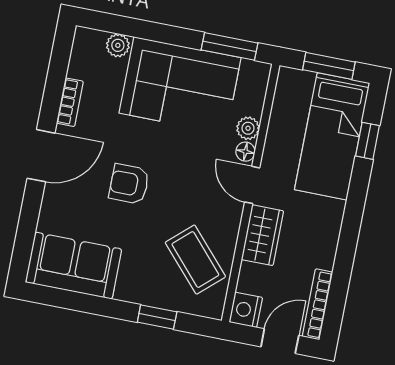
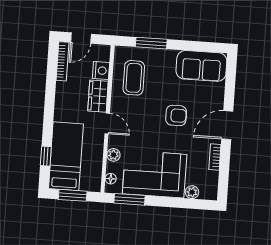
floor lamp: (245, 152) -> (111, 179), moved
coffee table: (195, 260) -> (134, 78), turned 42
nightstand: (246, 310) -> (101, 71), moved
window: (157, 317) -> (151, 43), width x1.50

